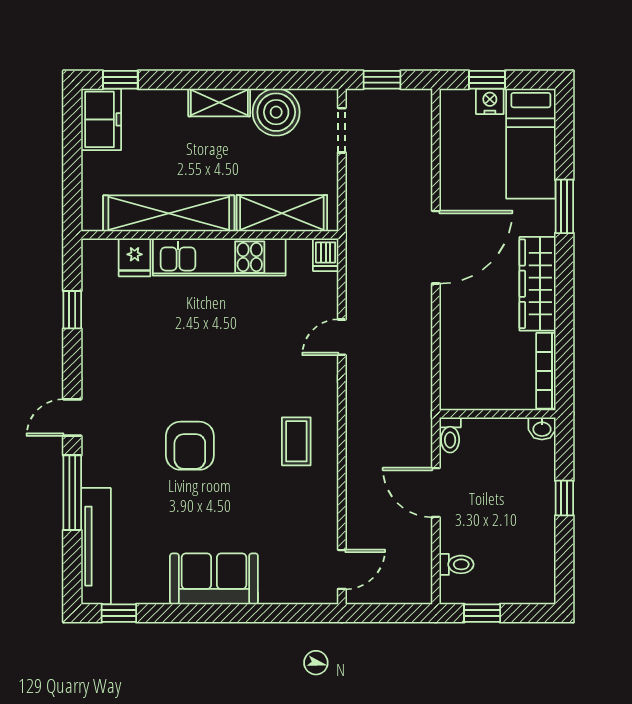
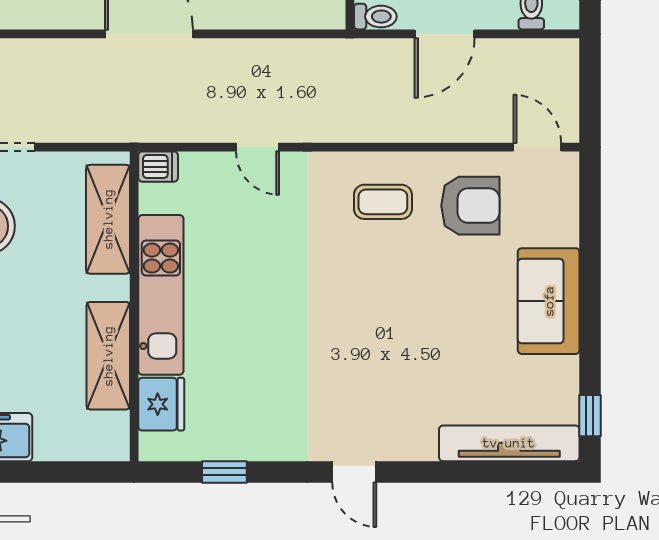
shelving: (169, 213) -> (108, 356), width x0.68
fridge: (135, 257) -> (161, 404), width x1.38
armchair: (190, 446) -> (470, 206), moved
window: (72, 493) -> (445, 472), removed

